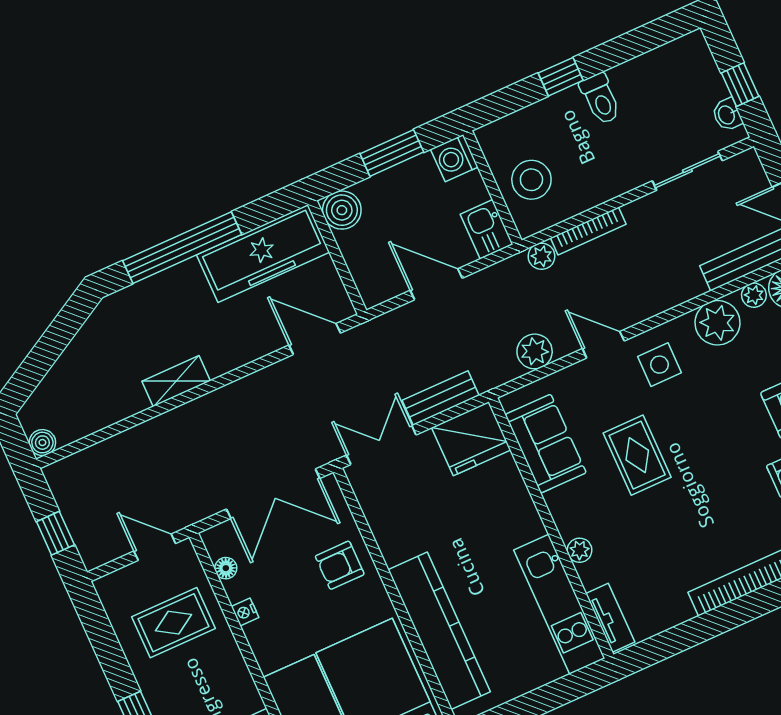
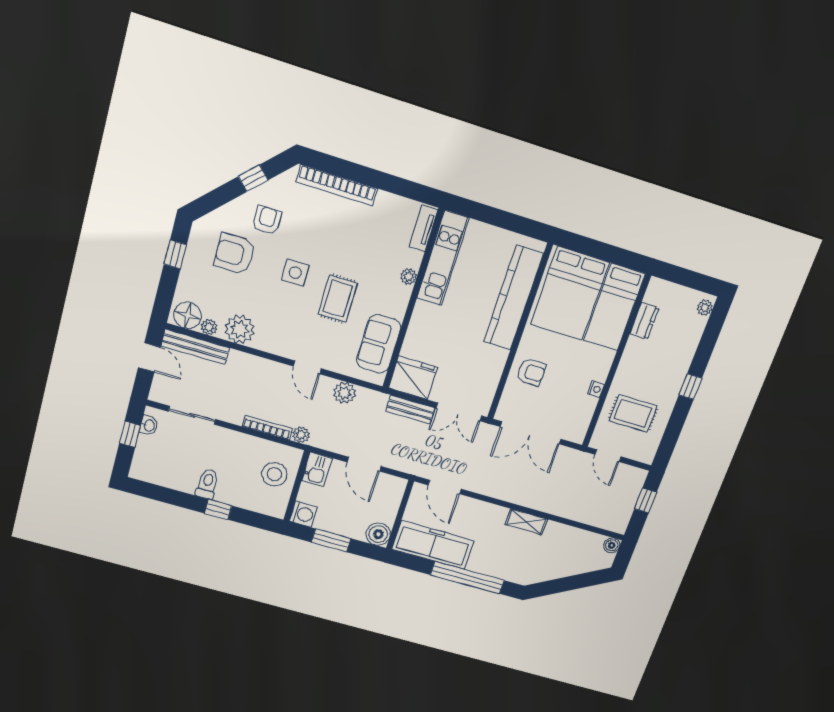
side table: (660, 365) -> (295, 273), moved
double door: (273, 494) -> (531, 433), swing flipped
floor lamp: (226, 568) -> (585, 418), removed

